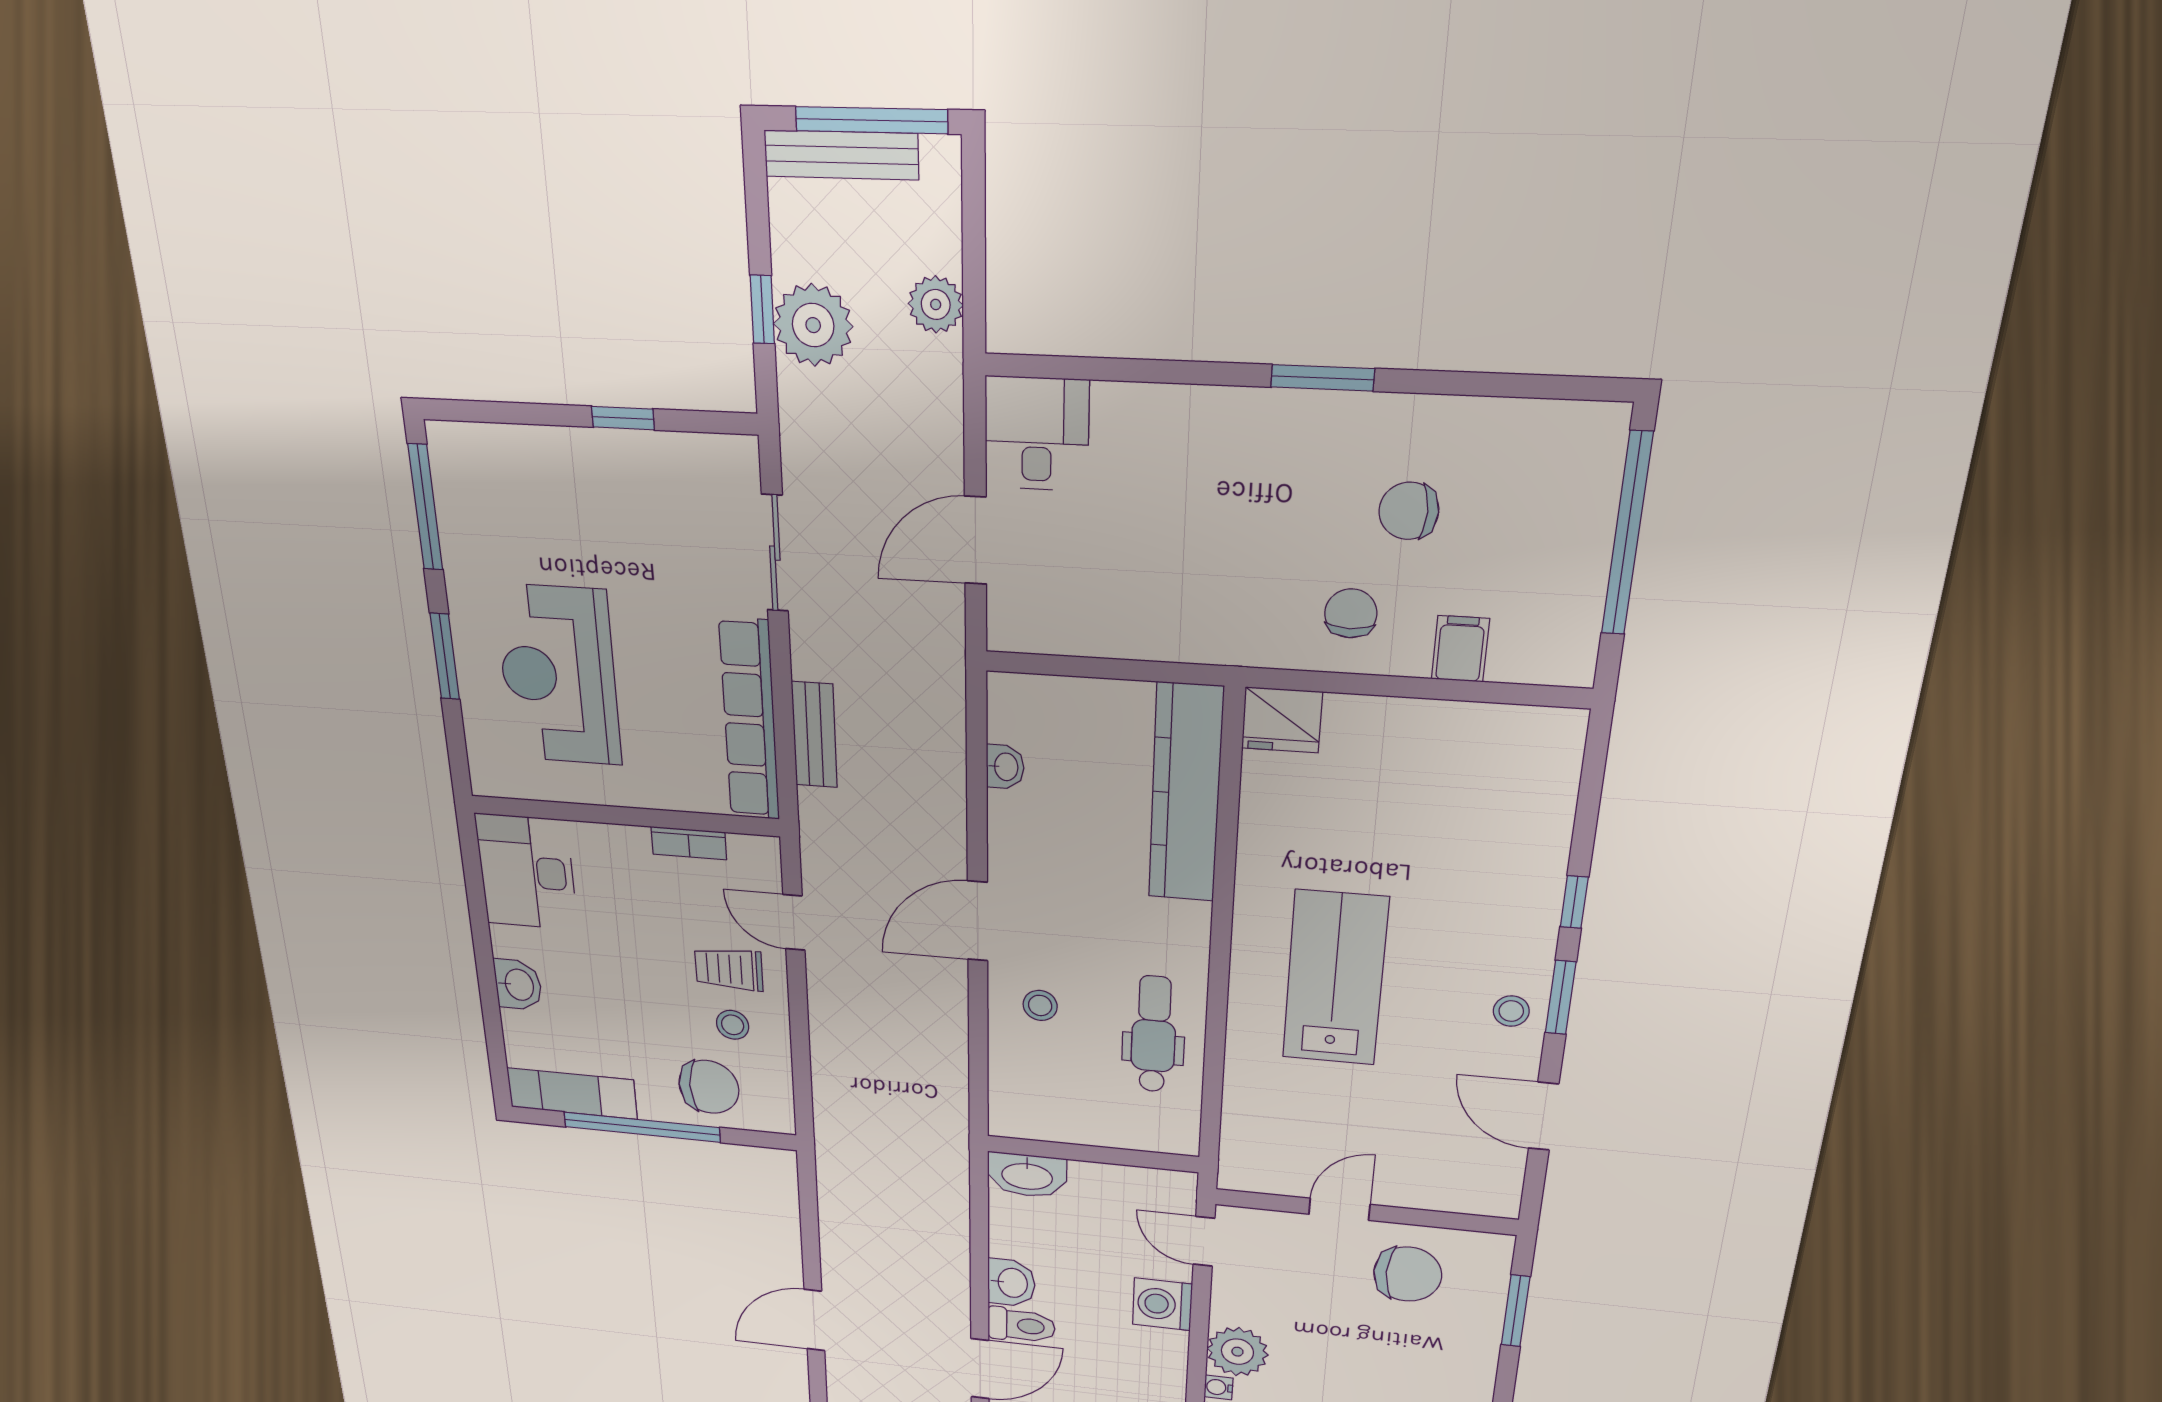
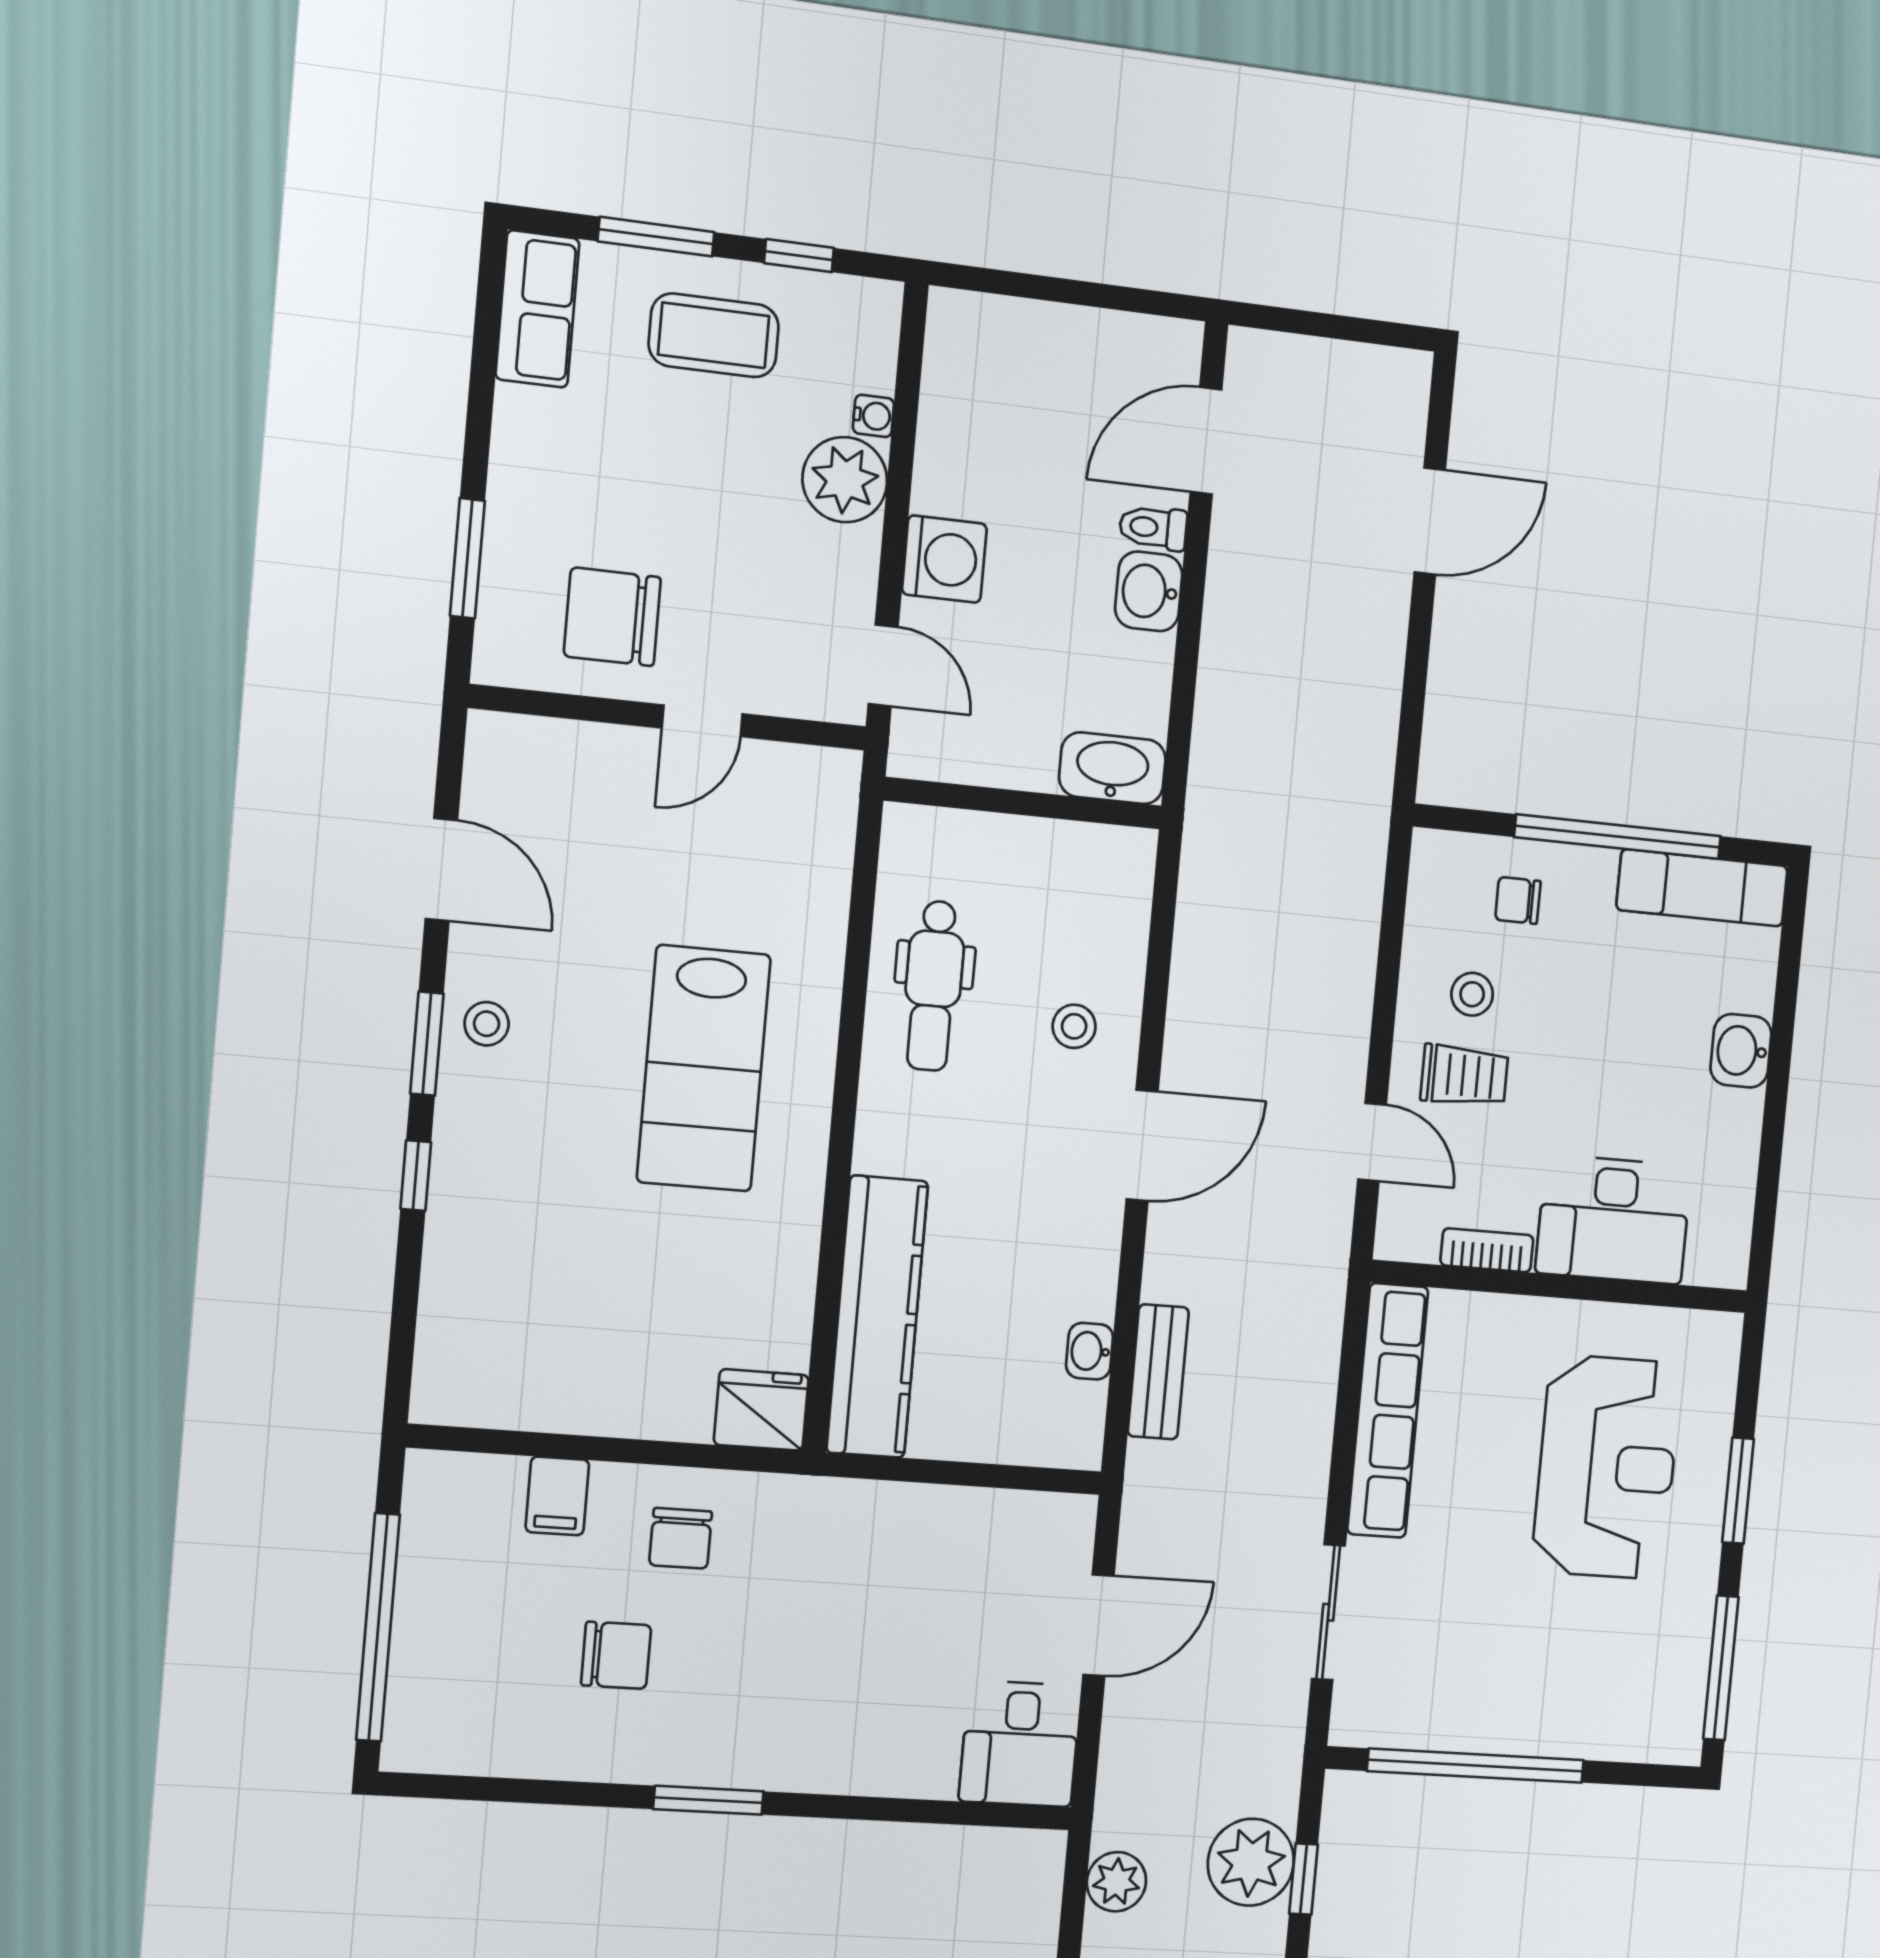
window: (623, 418) -> (1476, 1766), width x3.17
bench: (814, 735) -> (1158, 1372), moved
desk: (527, 872) -> (1614, 1219), moved, turned 90
chair: (709, 1087) -> (1518, 900), width x0.54, depth x0.54
toilet: (1021, 1325) -> (1153, 528), width x0.73, depth x0.72

